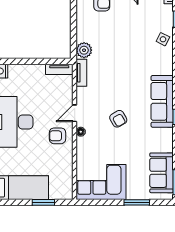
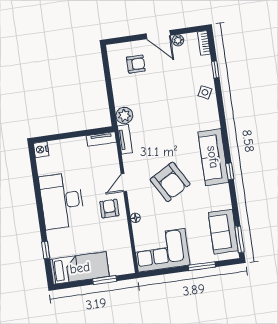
armchair: (118, 119) -> (170, 182), width x1.88, depth x1.88
floor lamp: (81, 132) -> (135, 218), moved
armchair: (58, 136) -> (109, 209), turned 90

